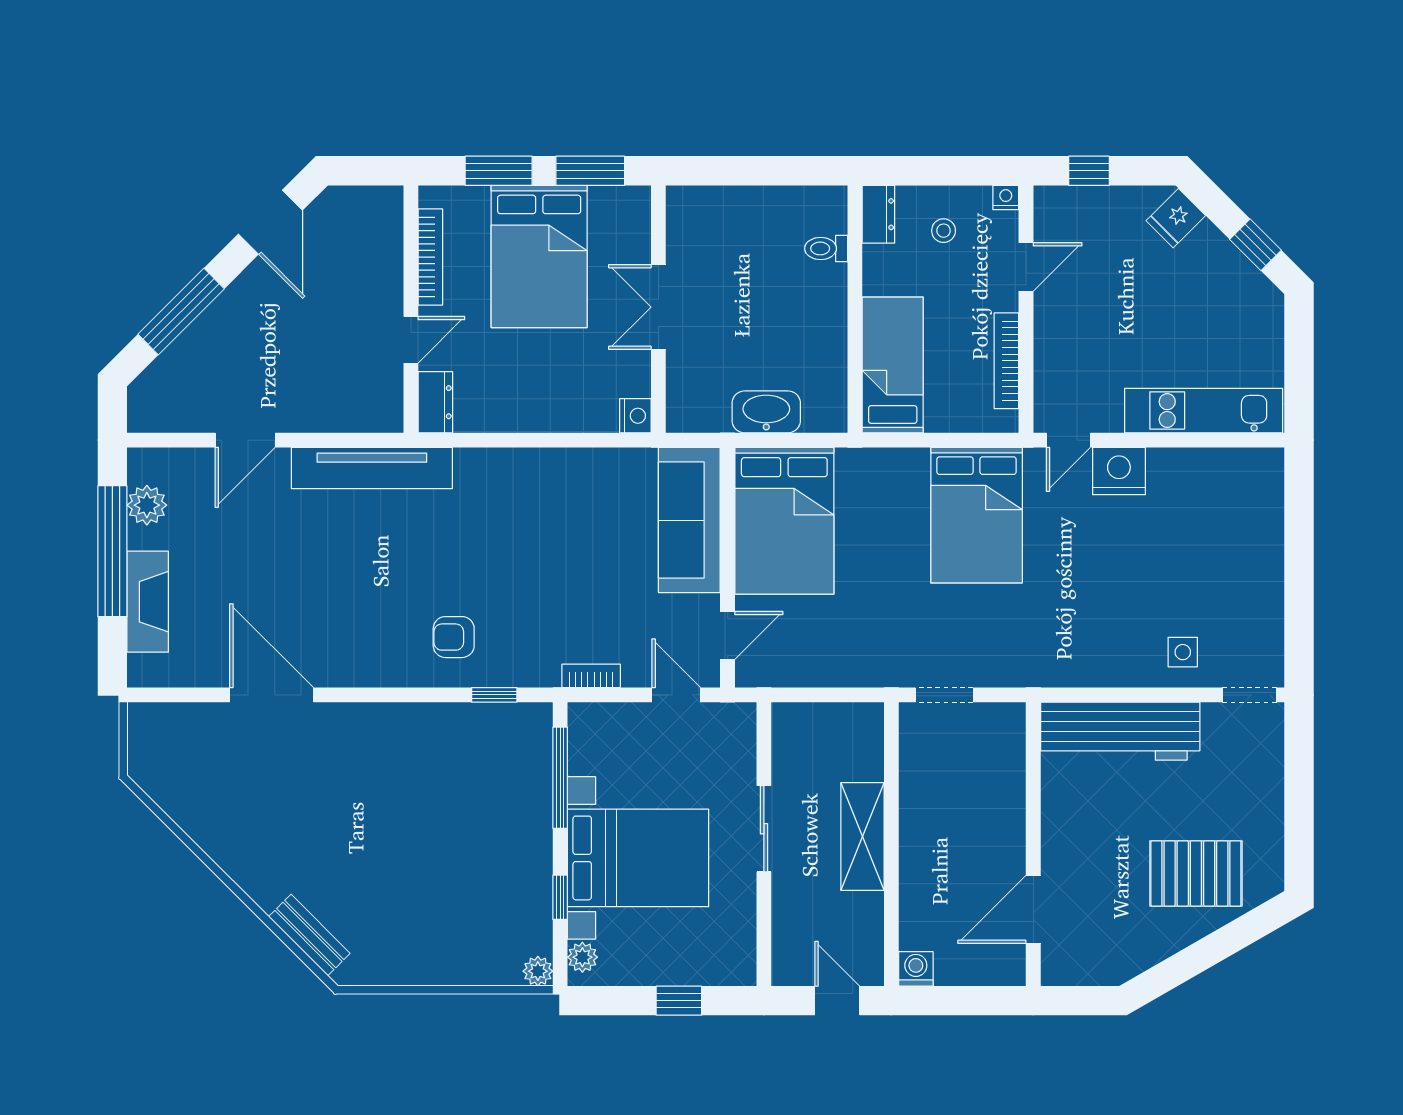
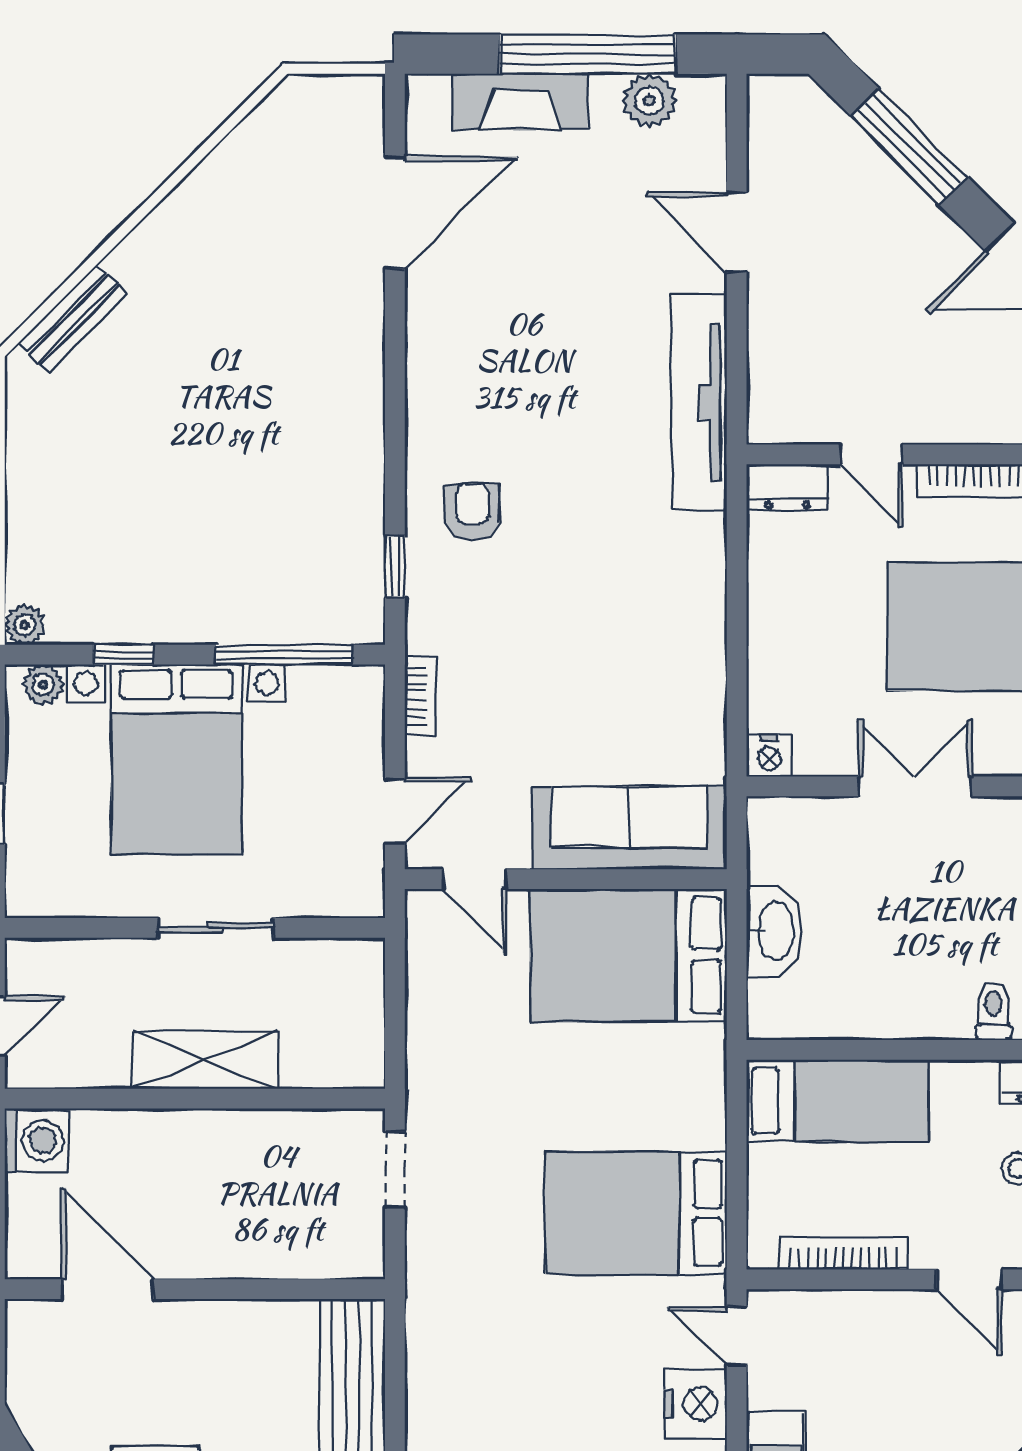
door: (272, 695) -> (395, 213), moved
washing machine: (916, 969) -> (36, 1140), width x1.38, depth x1.38

